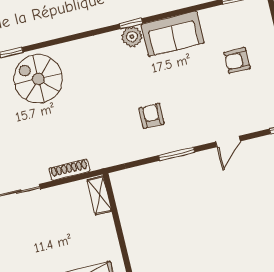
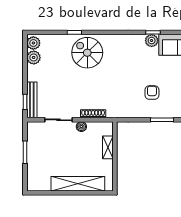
boiler: (56, 194) -> (81, 127), added
shelving: (99, 195) -> (108, 147), moved

